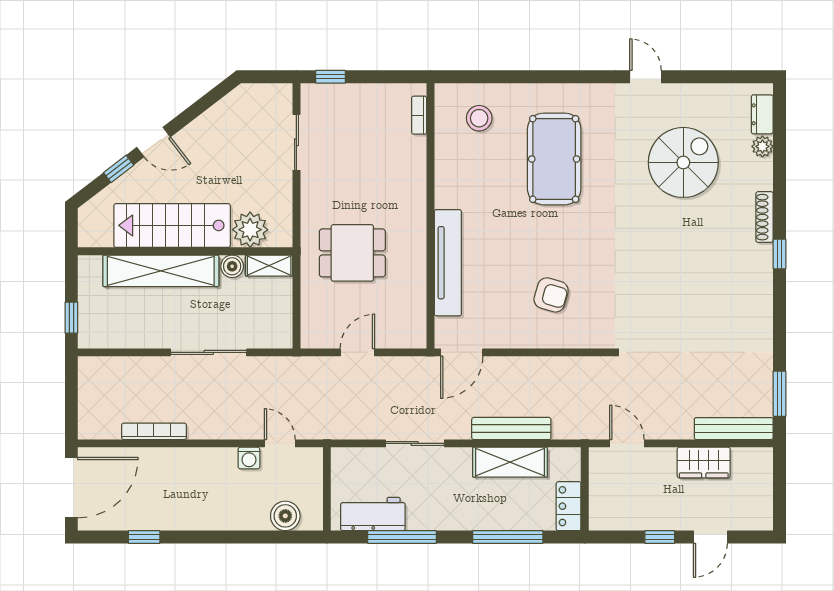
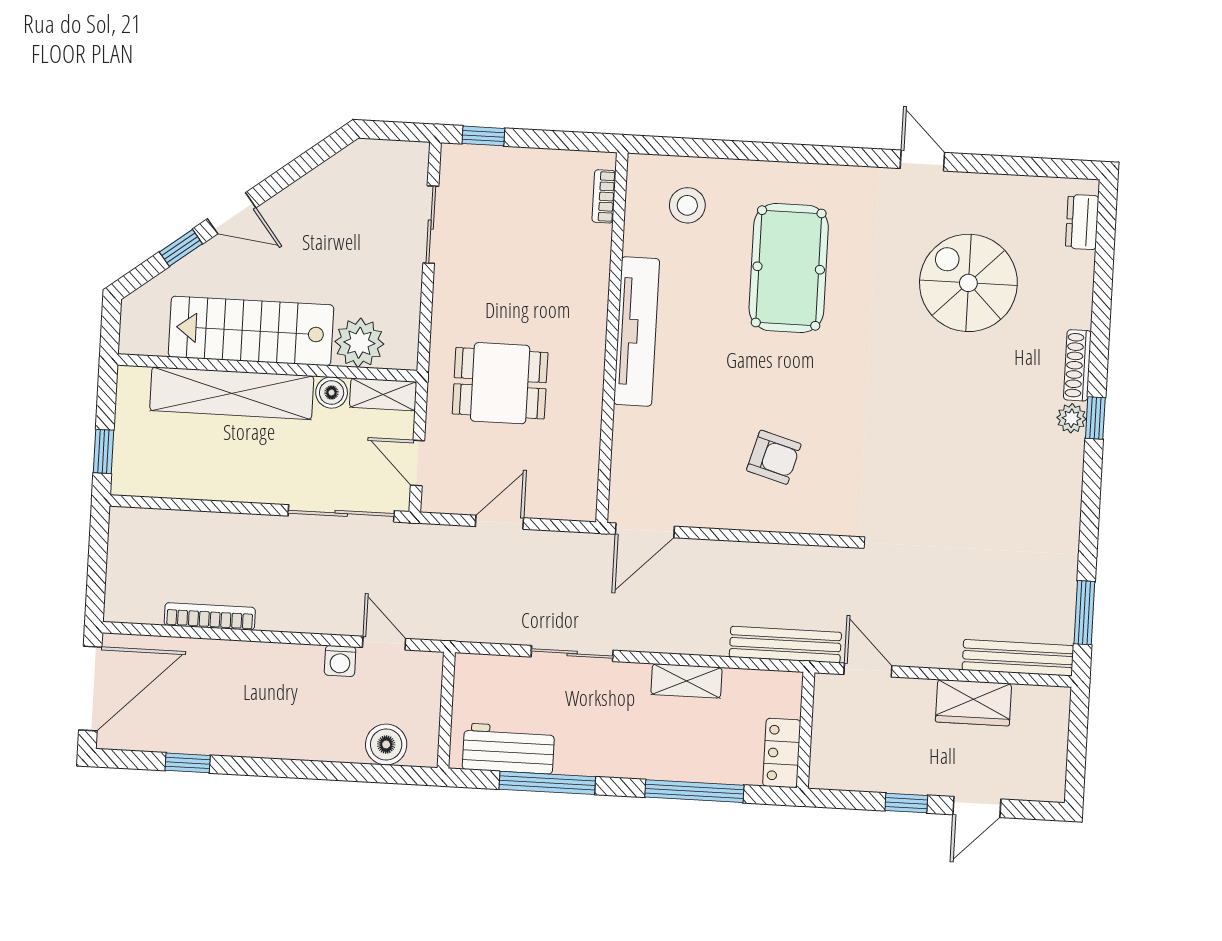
plant: (762, 146) -> (1071, 418), moved
spiral stairs: (683, 162) -> (968, 283), turned -90
tv unit: (448, 263) -> (637, 331), moved
door: (296, 313) -> (418, 463), added
sliding door: (209, 352) -> (341, 513), moved
bench: (511, 429) -> (785, 645), moved
shelving: (510, 462) -> (686, 681), width x0.67, depth x0.75

